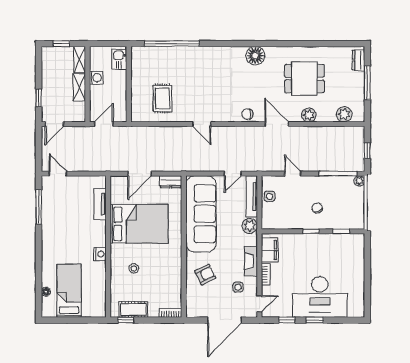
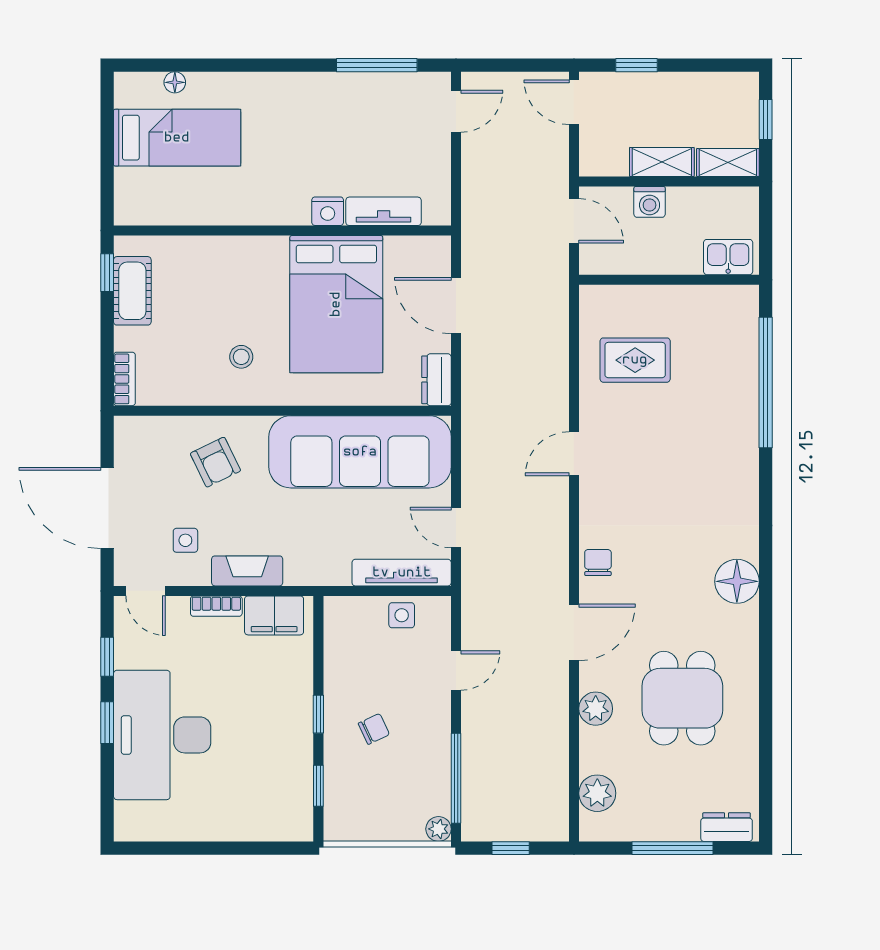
washing machine: (96, 78) -> (650, 202), moved
plant: (250, 226) -> (331, 568), removed
nightstand: (100, 254) -> (328, 211), moved
stool: (134, 268) -> (241, 357), moved

